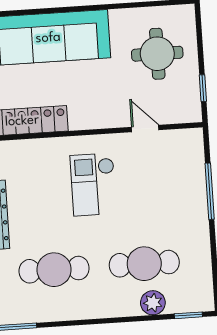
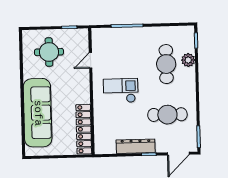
checkout: (93, 185) -> (121, 91), turned 180
cafe table: (54, 270) -> (167, 115), turned 90

